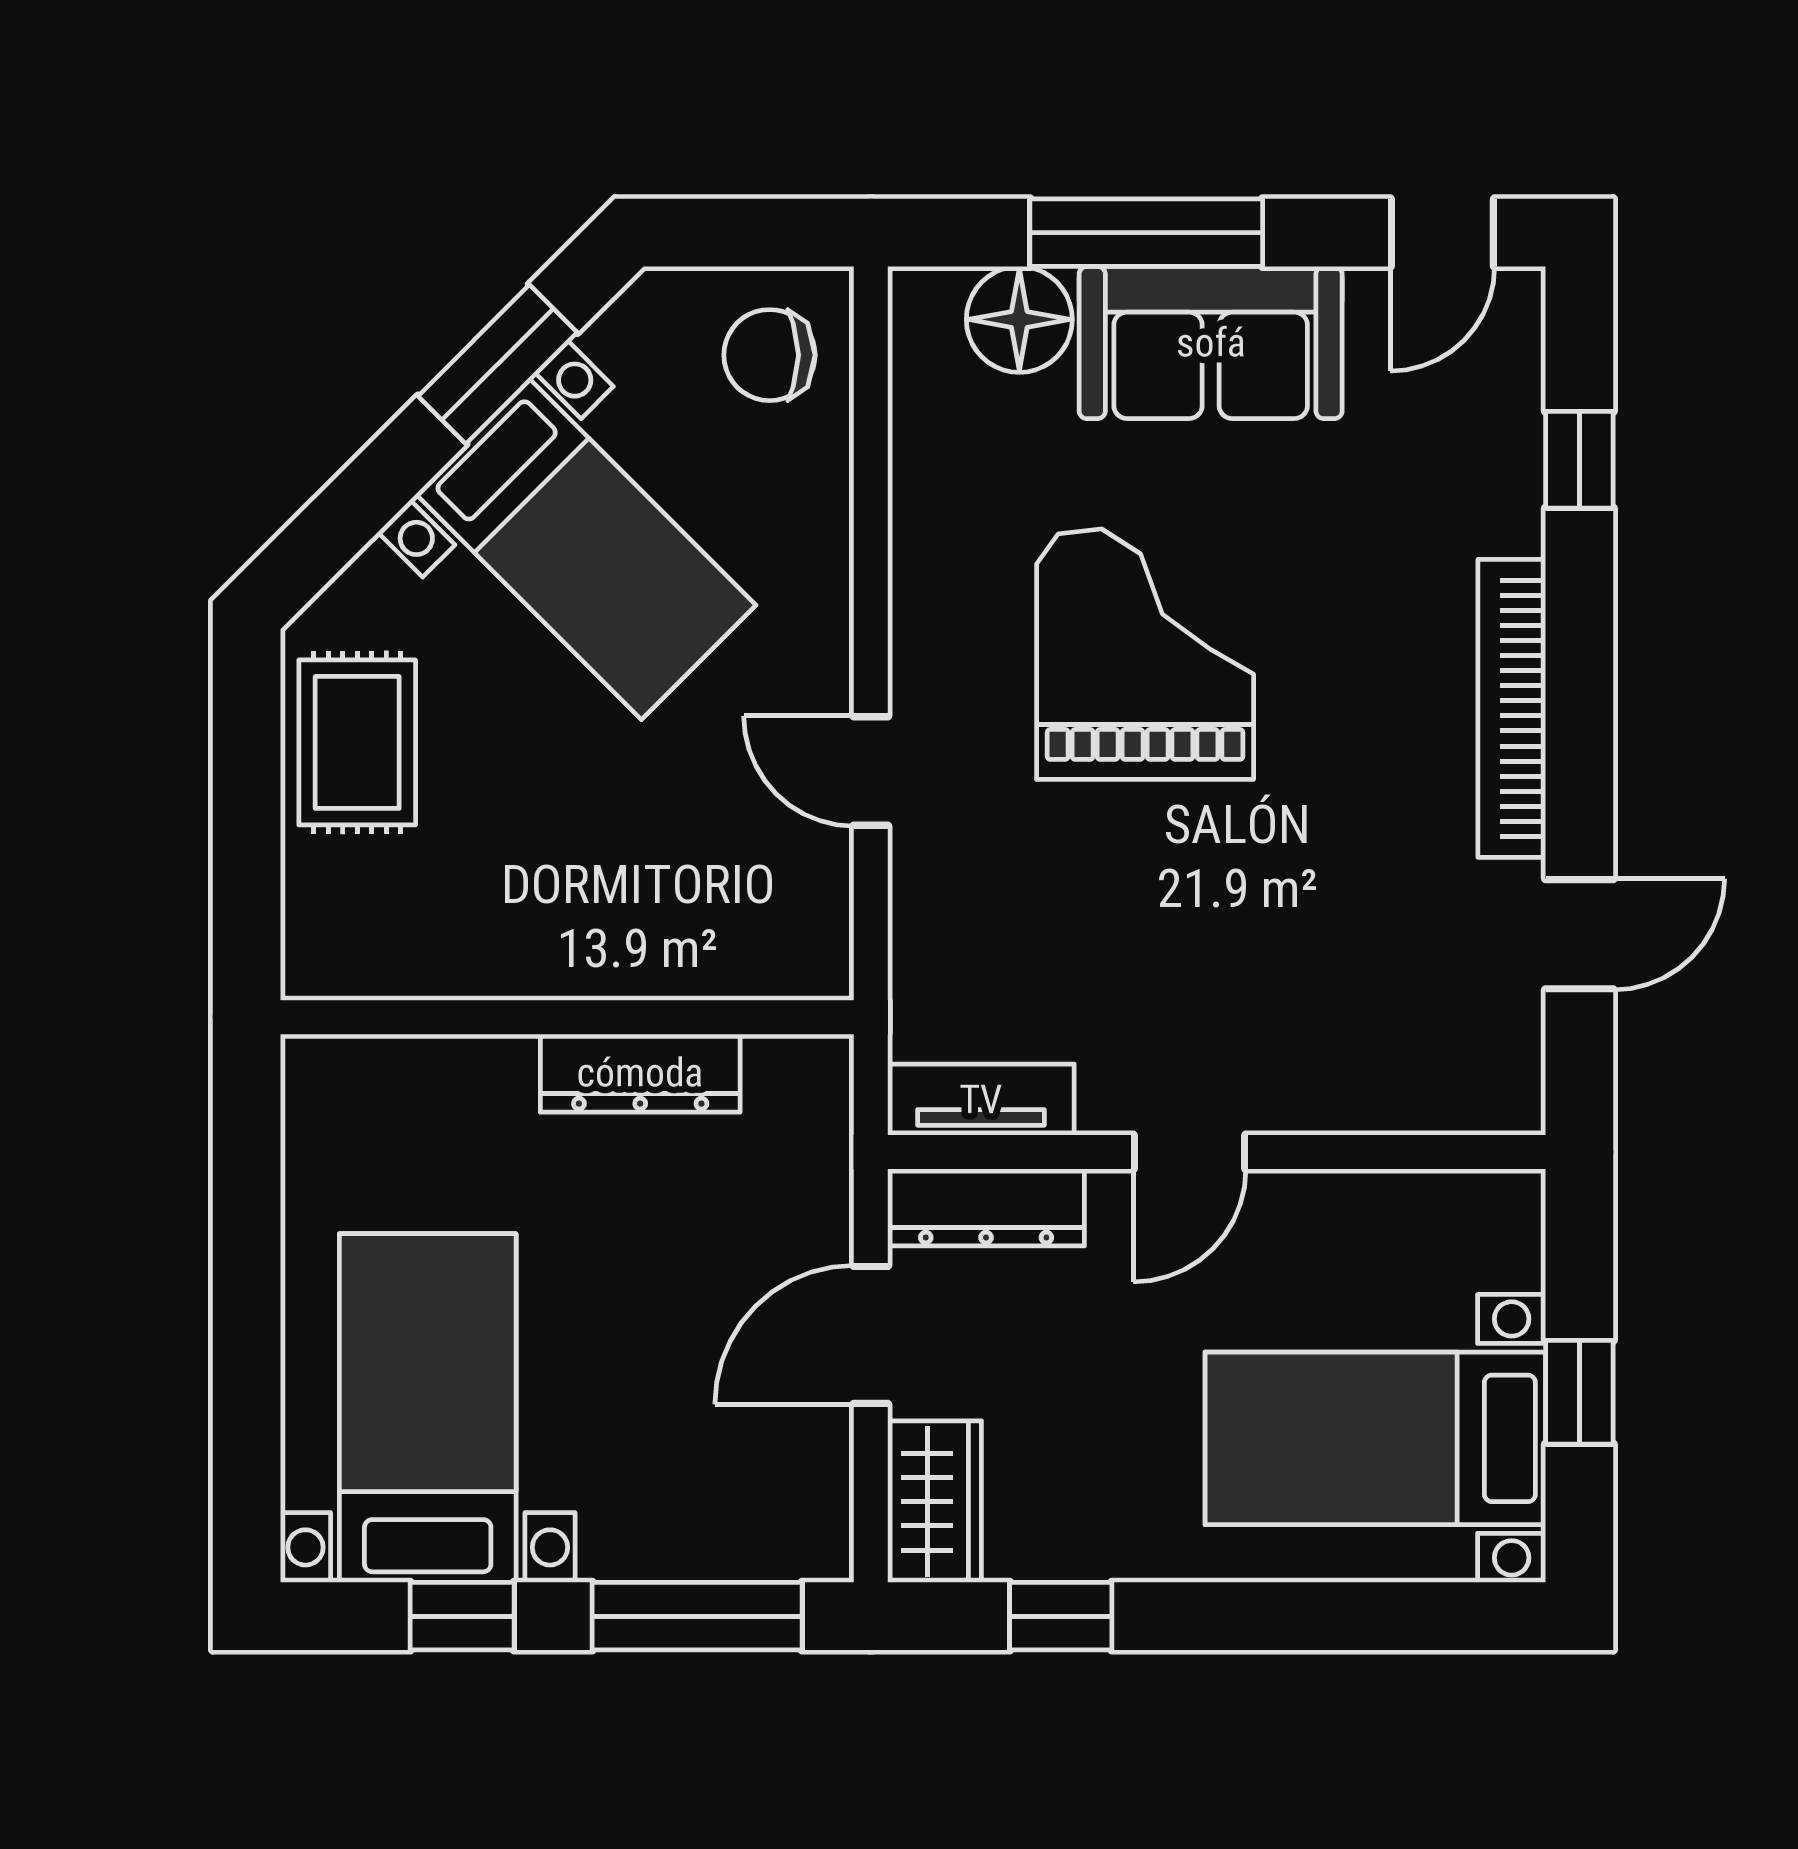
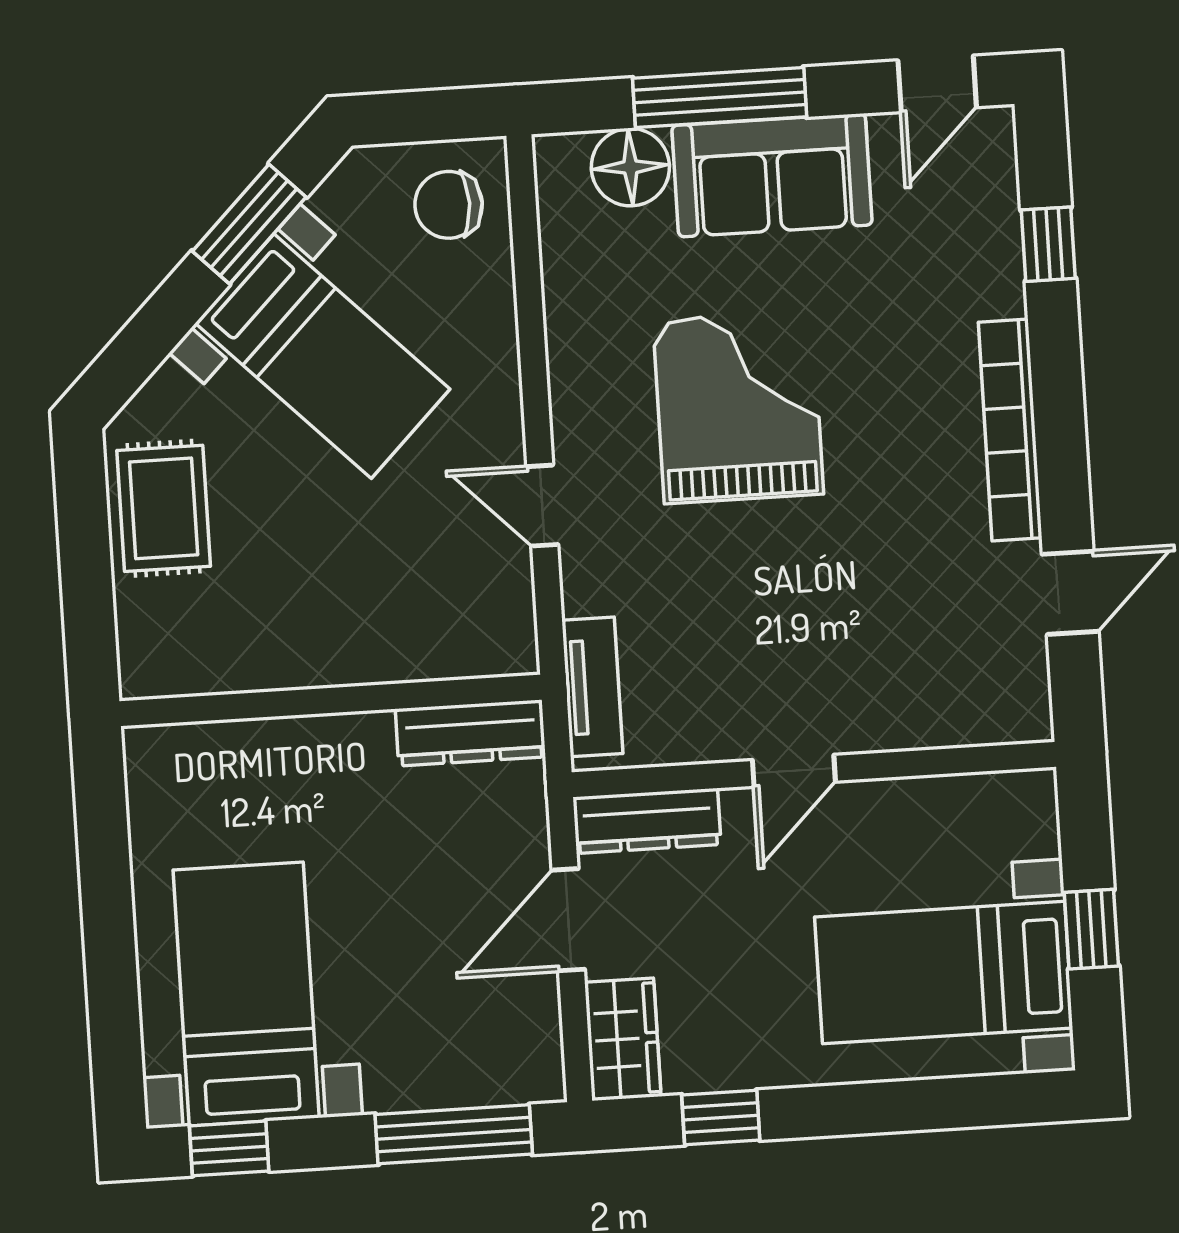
dresser: (640, 1073) -> (470, 733), moved
tv unit: (981, 1100) -> (592, 687), moved, turned 90
window: (462, 1616) -> (229, 1148), moved

